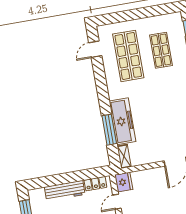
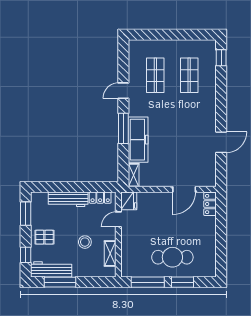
door: (95, 49) -> (123, 91), moved
shop shelf: (128, 56) -> (155, 75), width x0.70, depth x0.74
window: (109, 130) -> (123, 128), moved

